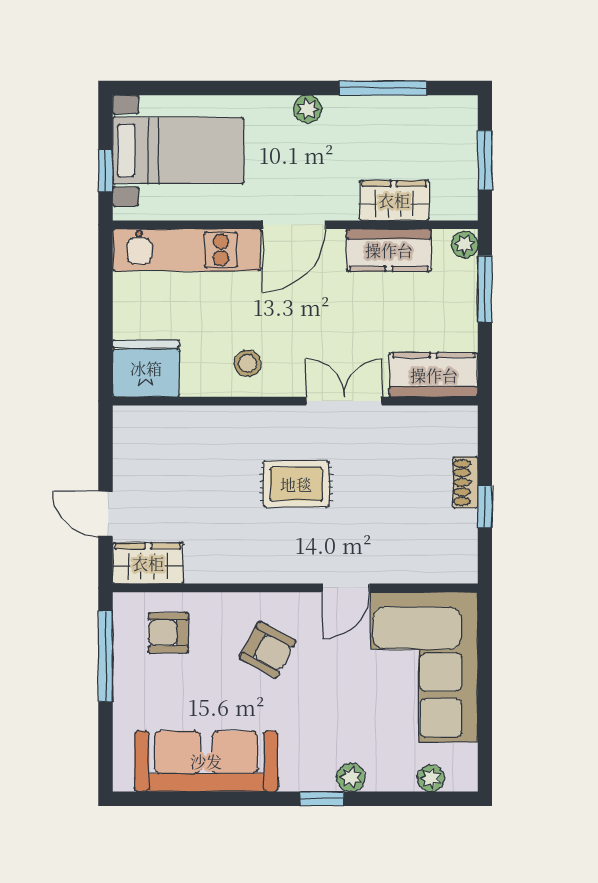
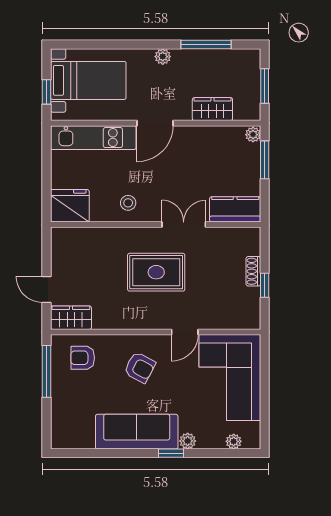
kitchen counter: (389, 250) -> (209, 138), removed
rug: (296, 484) -> (156, 272), width x1.36, depth x1.43
sofa: (206, 761) -> (137, 432), moved

